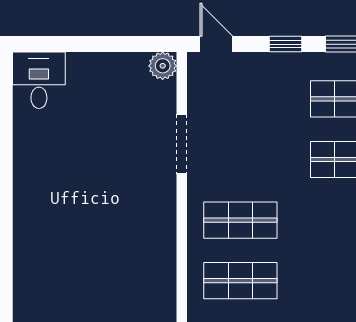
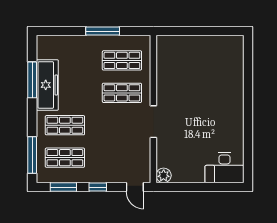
desk: (39, 80) -> (225, 168), width x1.37
doorway: (182, 144) -> (153, 122), moved

